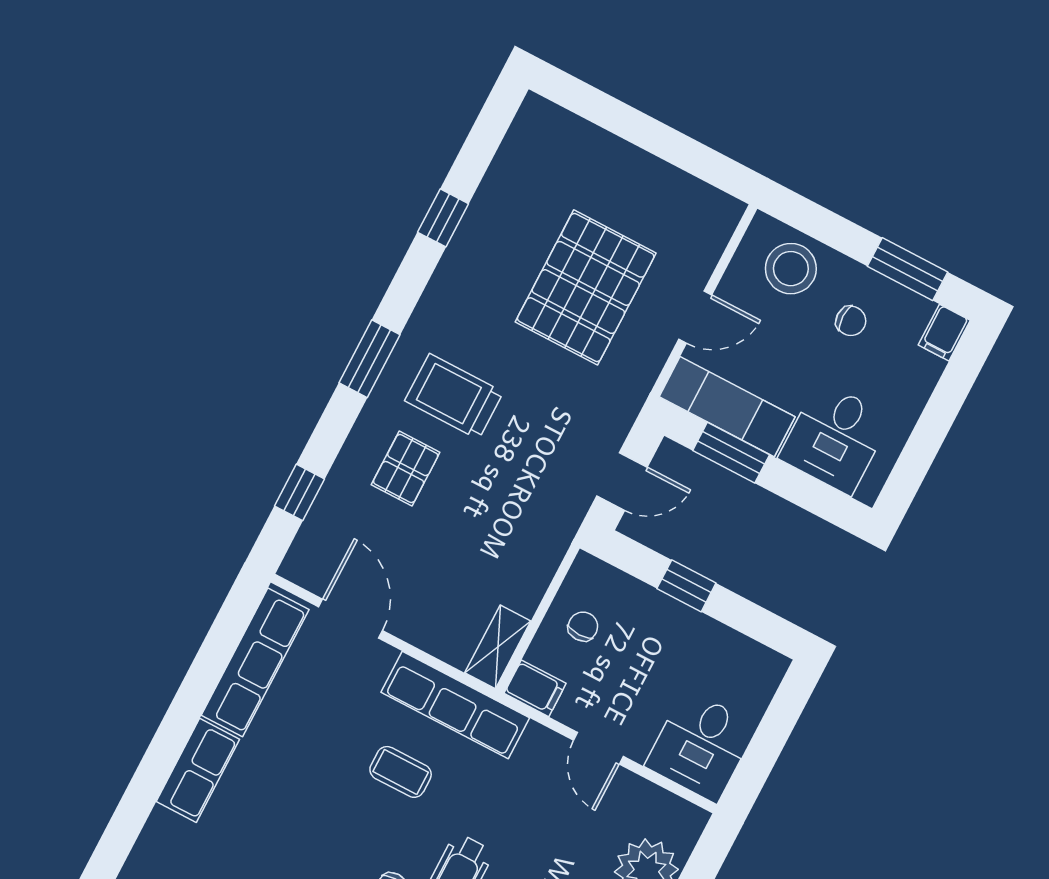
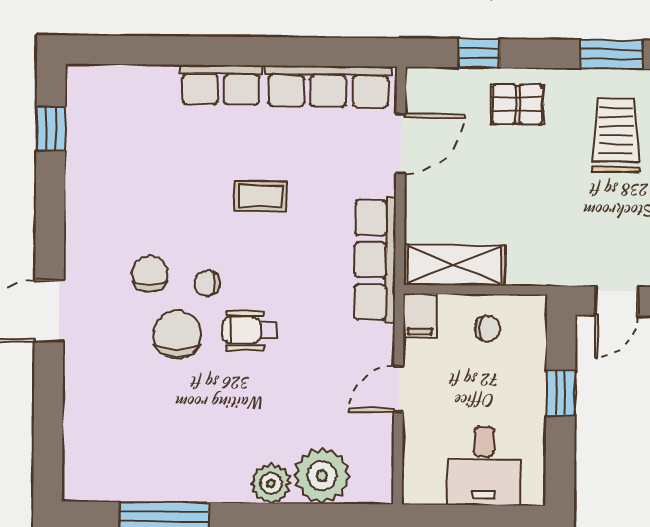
pallet: (406, 469) -> (517, 104), moved
door: (622, 481) -> (616, 301), hinge flipped
shelving: (498, 647) -> (454, 265), width x1.50, depth x1.33
desk: (701, 746) -> (484, 466), moved, turned -90
coffee table: (401, 772) -> (260, 196), moved, turned 90

